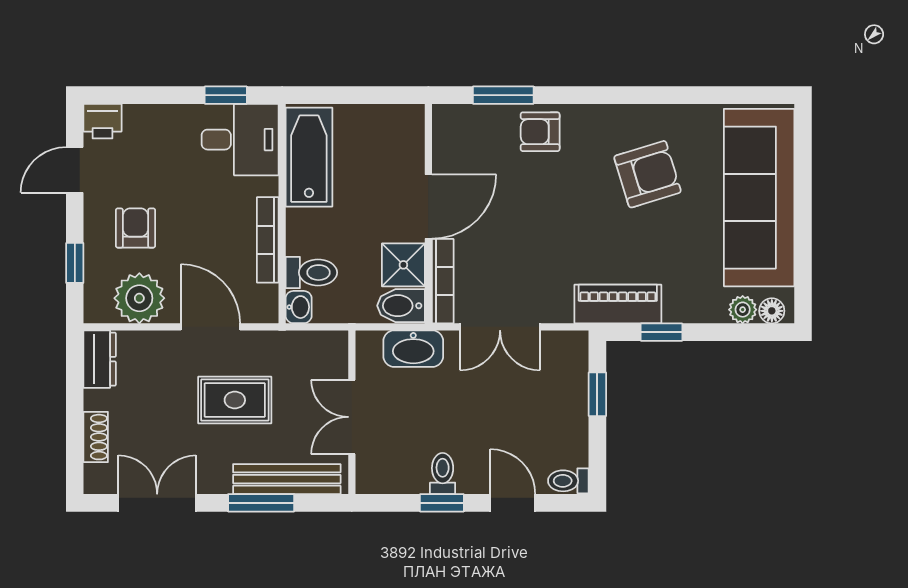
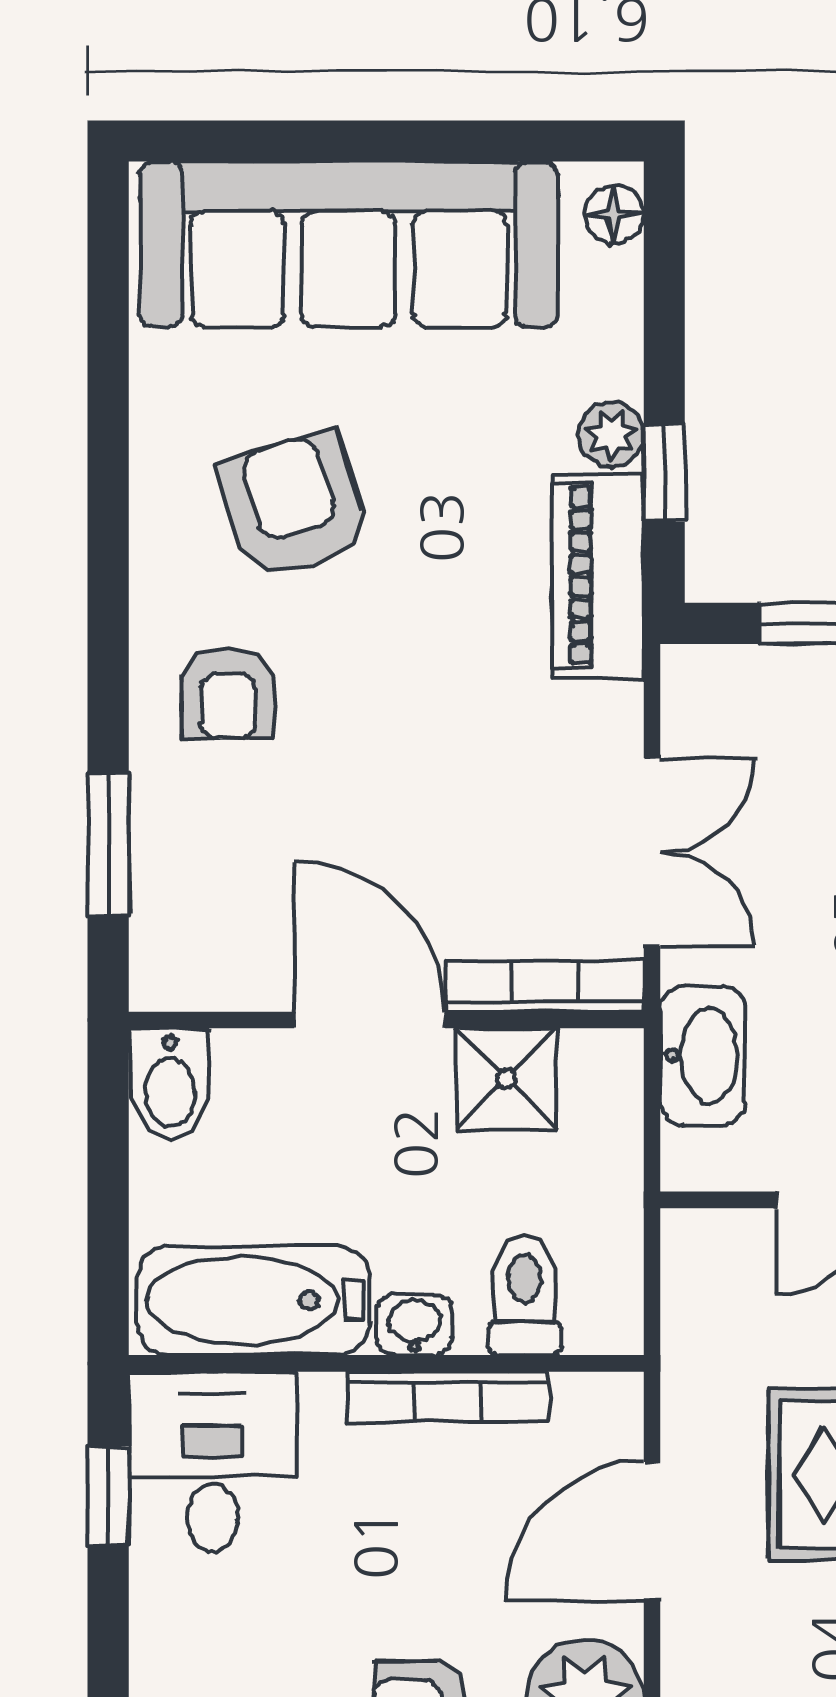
armchair: (540, 132) -> (228, 693), moved
bidet: (401, 306) -> (170, 1084), moved
washbasin: (299, 307) -> (414, 1325), moved
plant: (743, 310) -> (611, 434), moved

